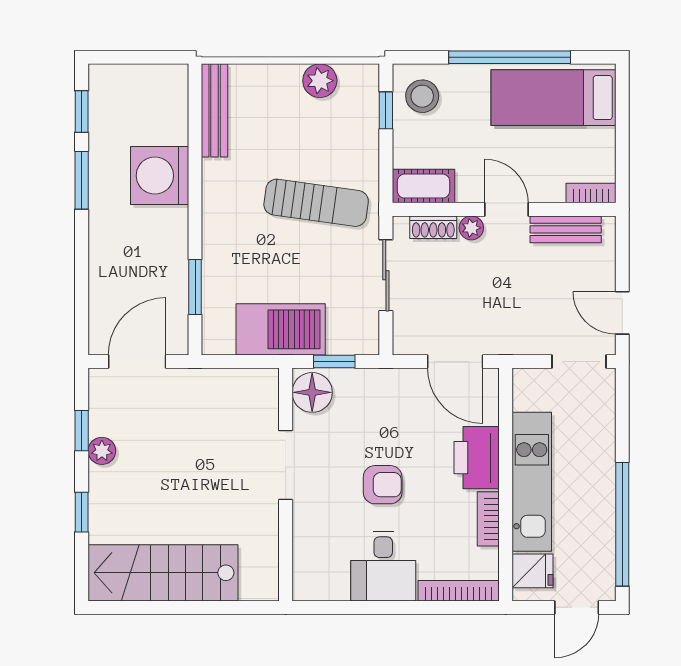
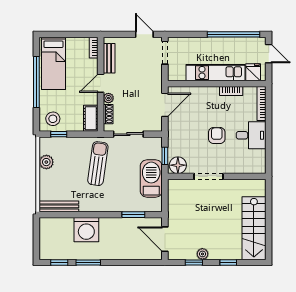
door: (622, 313) -> (144, 34), swing flipped
printer: (477, 458) -> (205, 96), removed

